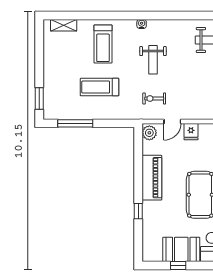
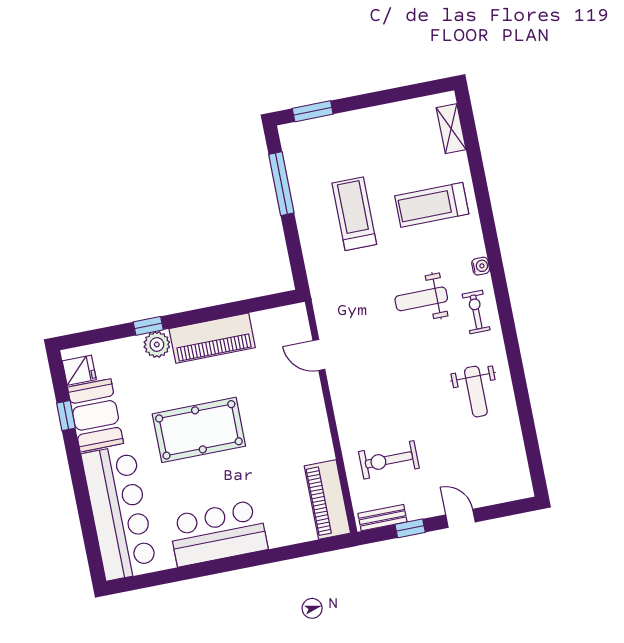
exercise bike: (154, 98) -> (476, 312), moved
fridge: (191, 132) -> (79, 370), moved, turned 180
plant: (149, 133) -> (157, 344), moved

